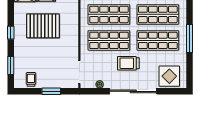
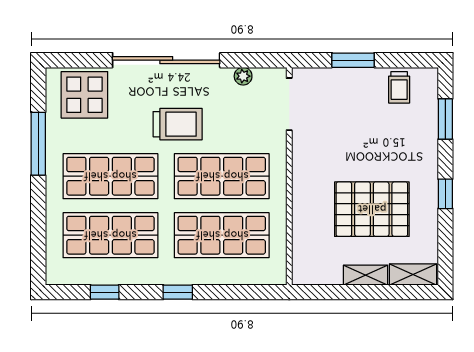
window: (190, 38) -> (38, 144), moved

